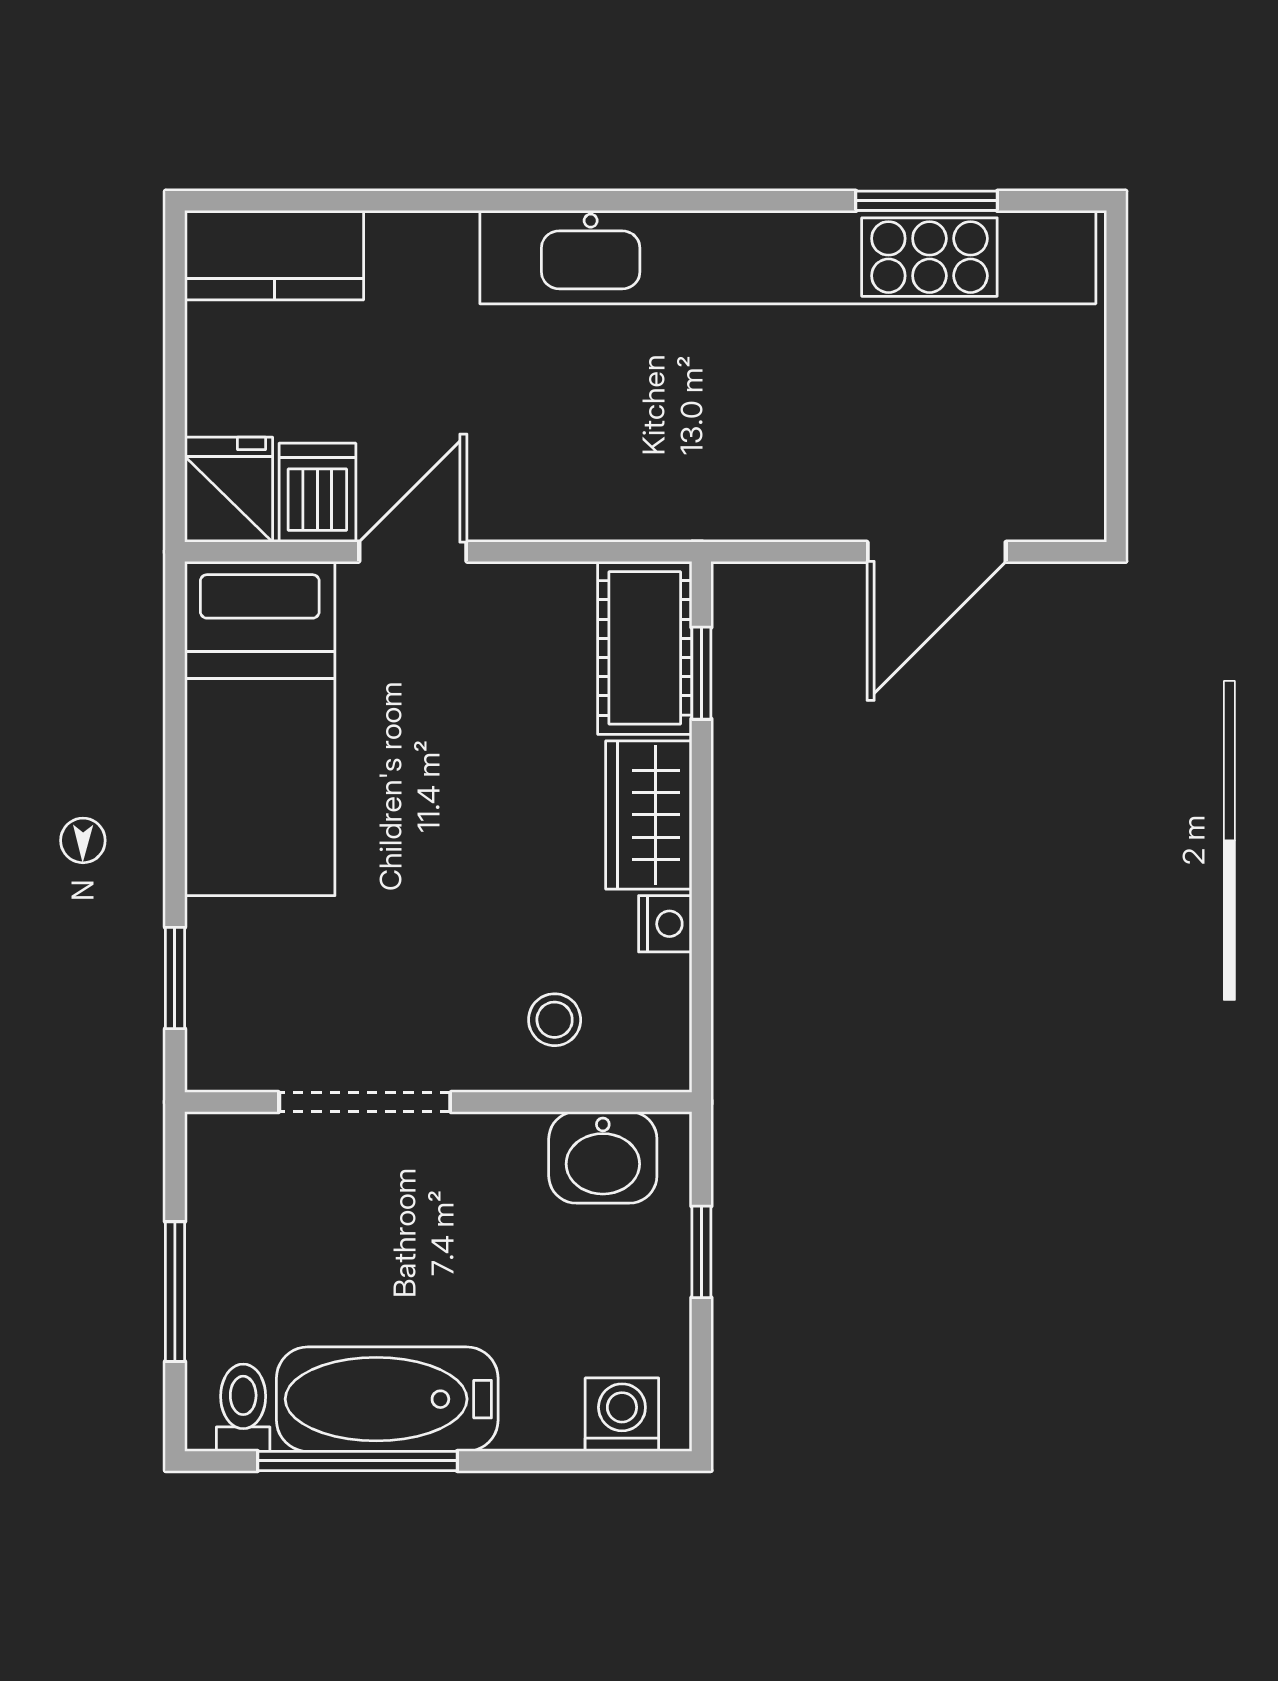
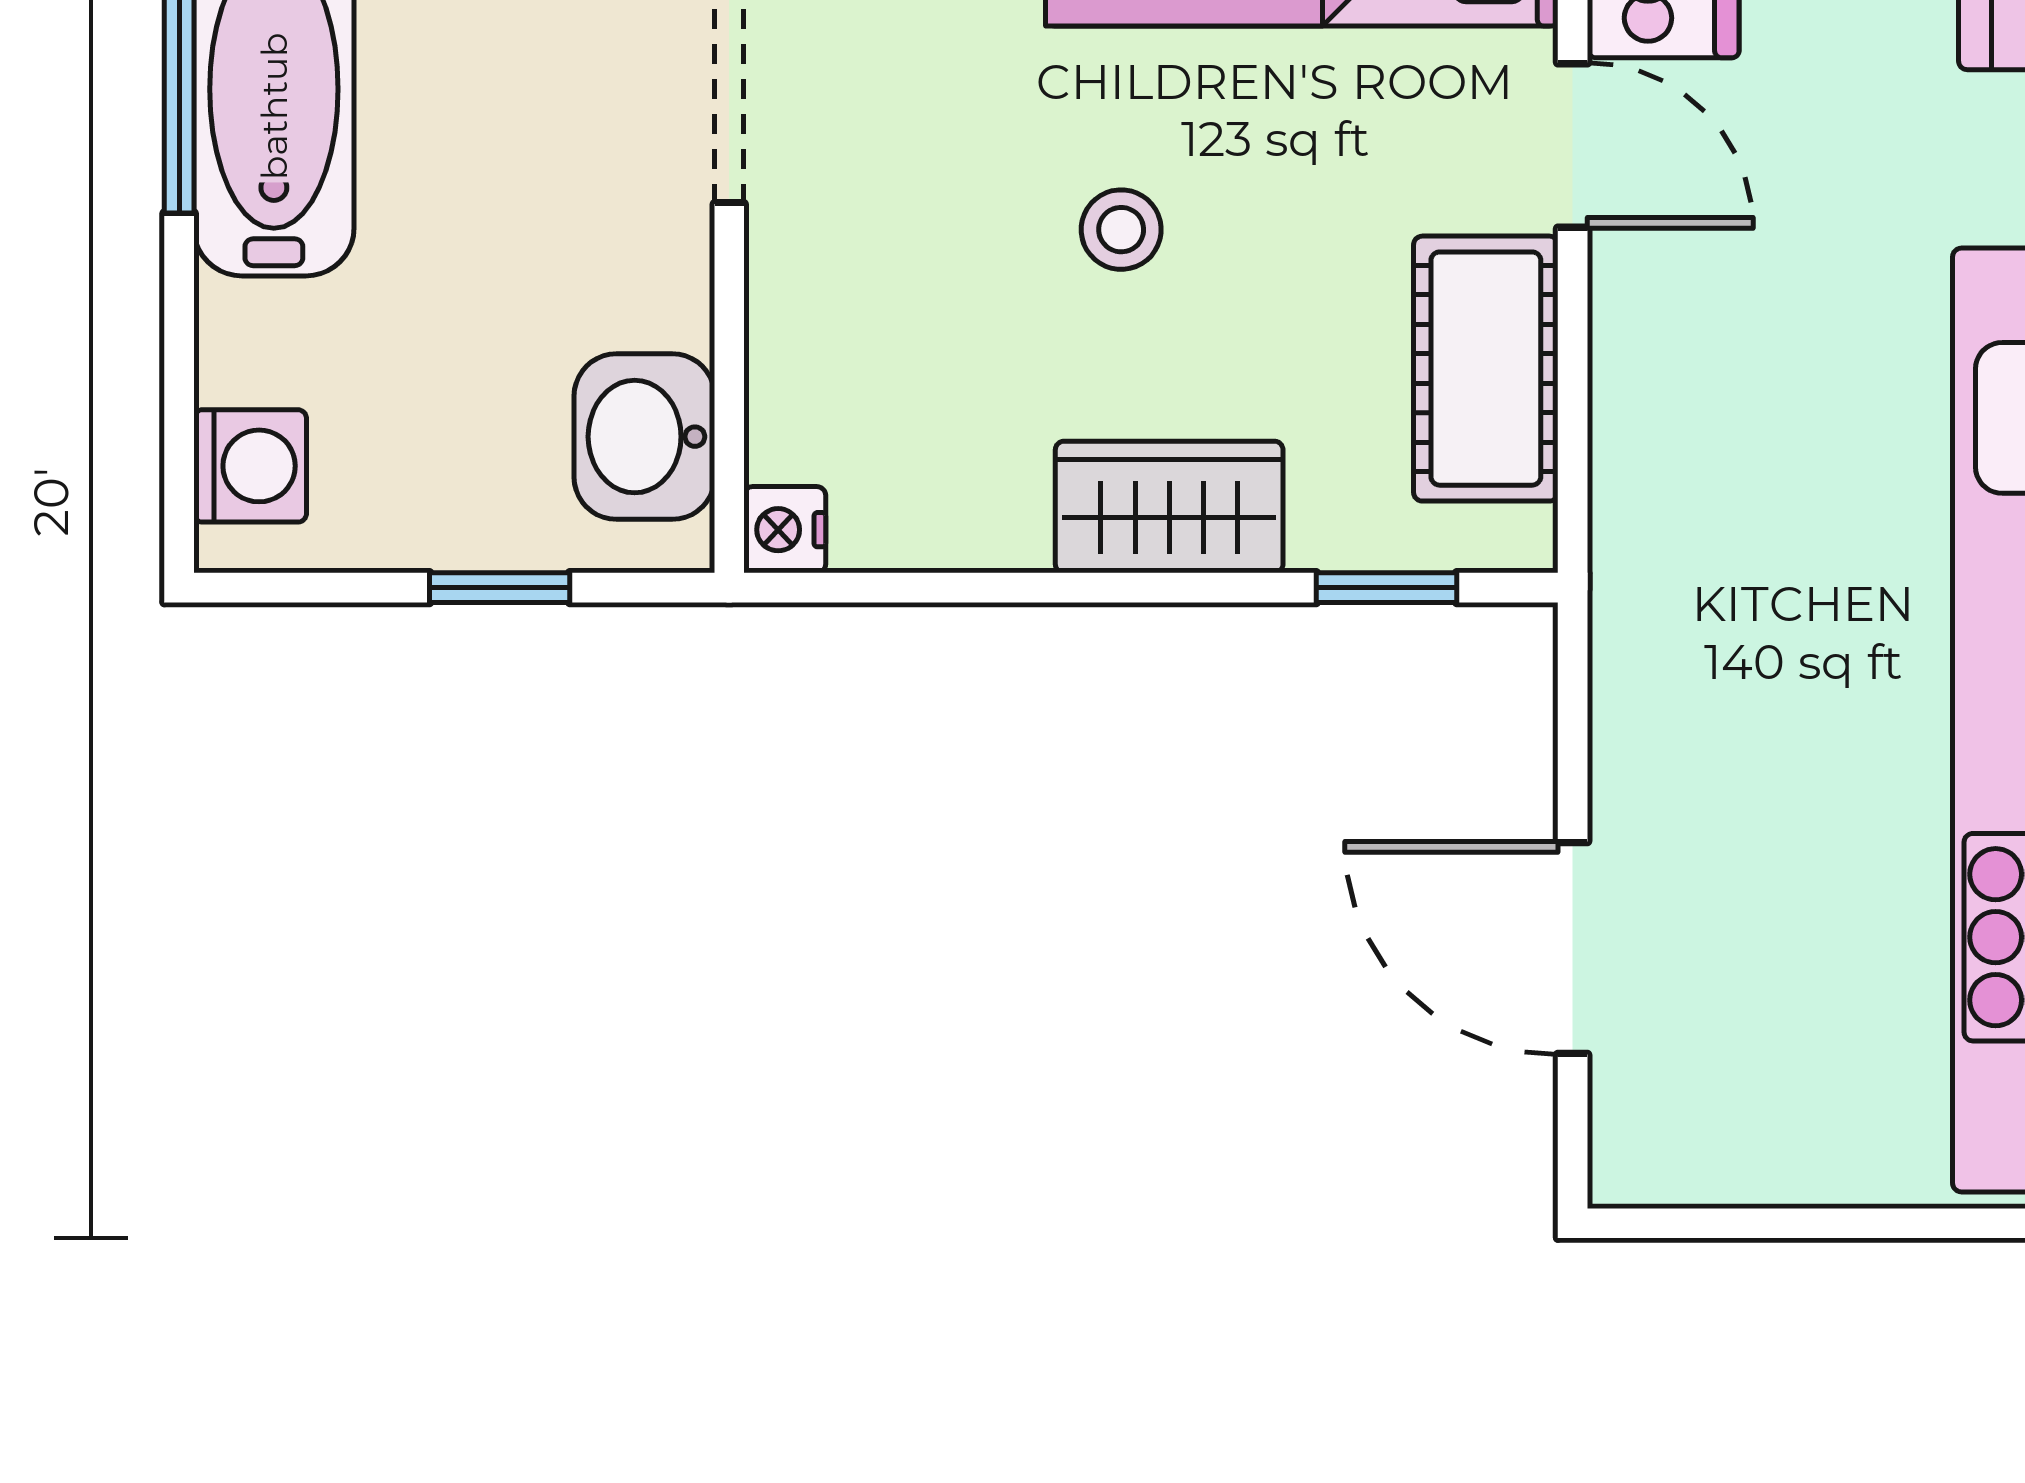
cot: (645, 648) -> (1486, 369), moved, turned 90
nightstand: (665, 924) -> (785, 530), moved, turned 90
stool: (555, 1020) -> (1121, 230), moved

